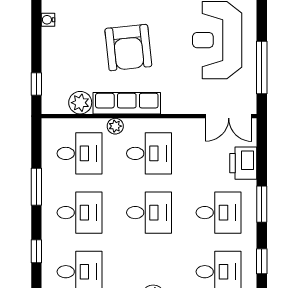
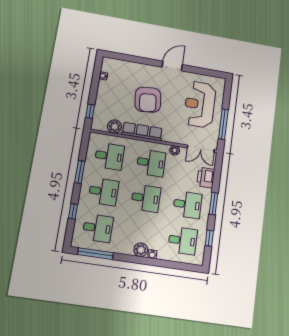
plant: (115, 126) -> (175, 150), moved

